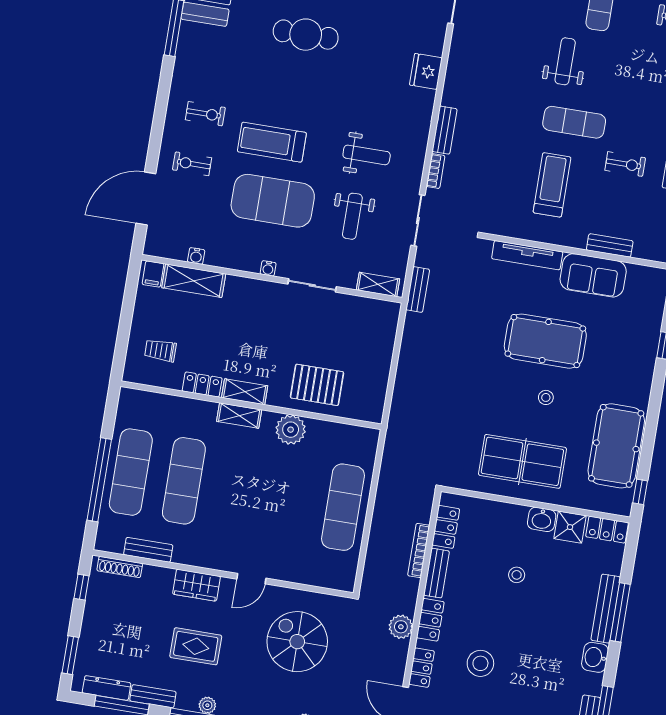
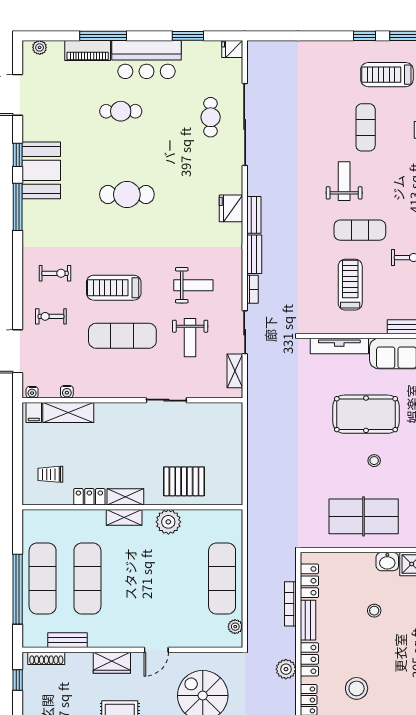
exercise mat: (273, 201) -> (122, 336), width x0.68
water cooler: (268, 268) -> (32, 392), moved
shelving: (378, 284) -> (235, 371), moved, turned 90
bench: (418, 290) -> (254, 215), moved
plant: (349, 567) -> (235, 627), added

